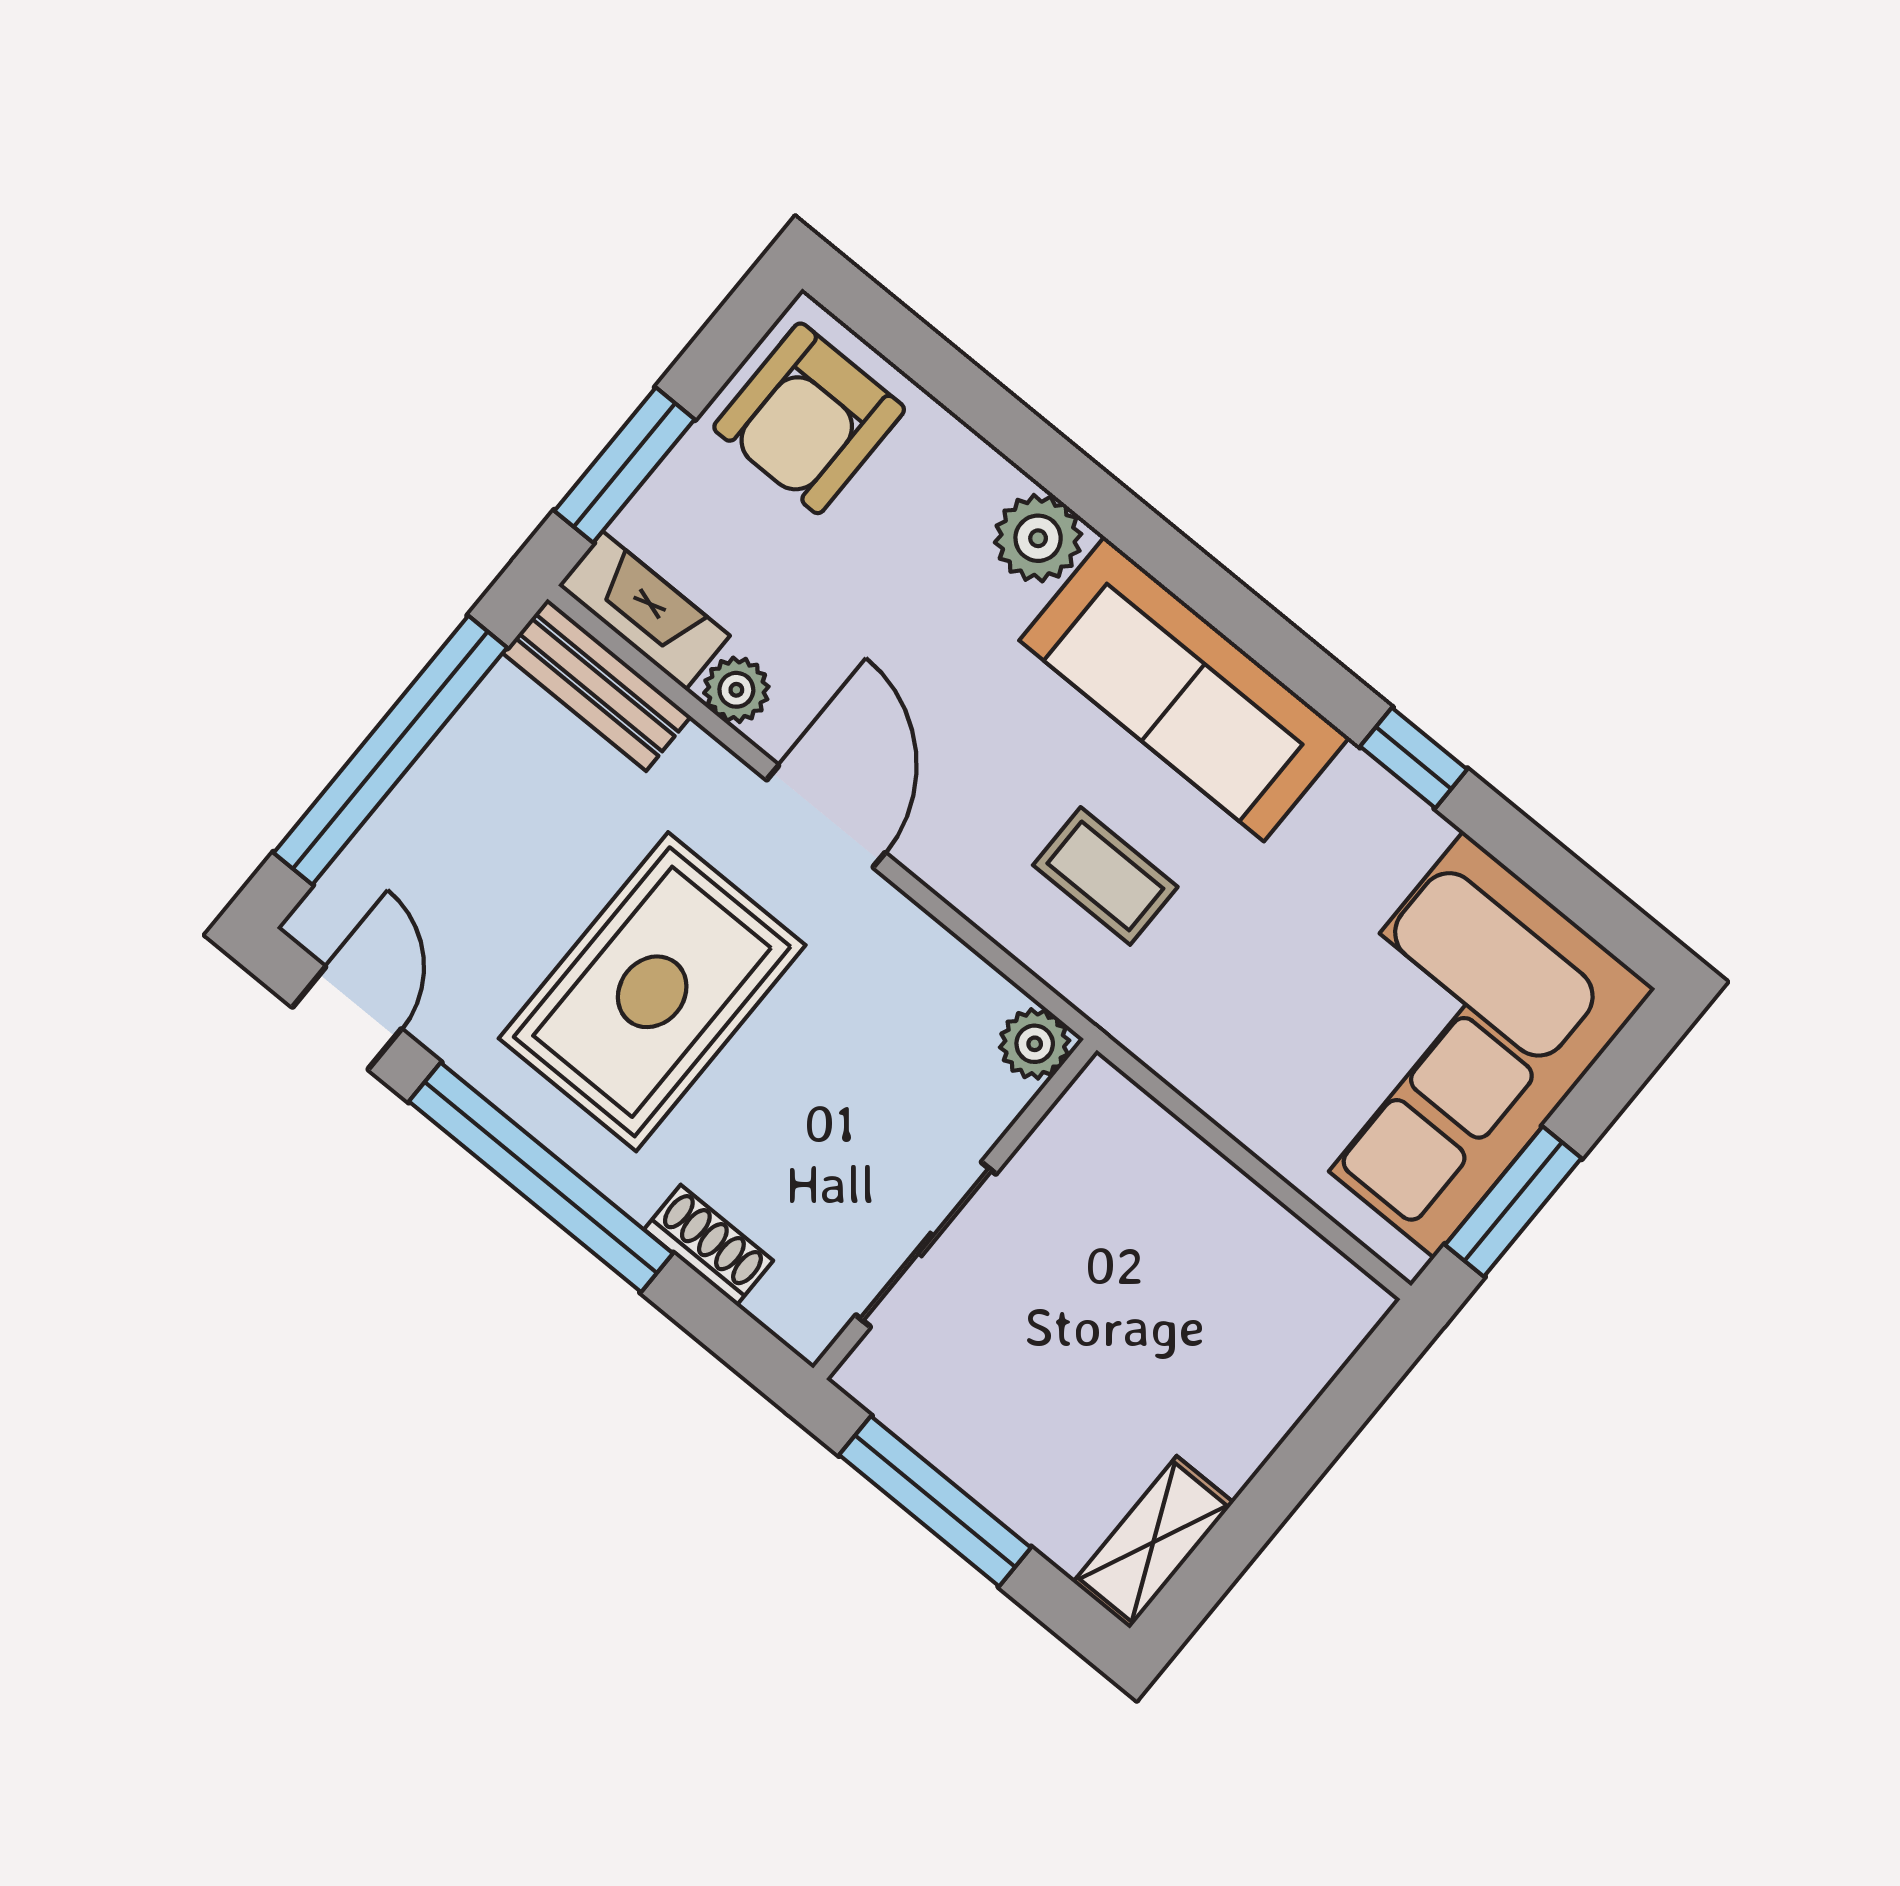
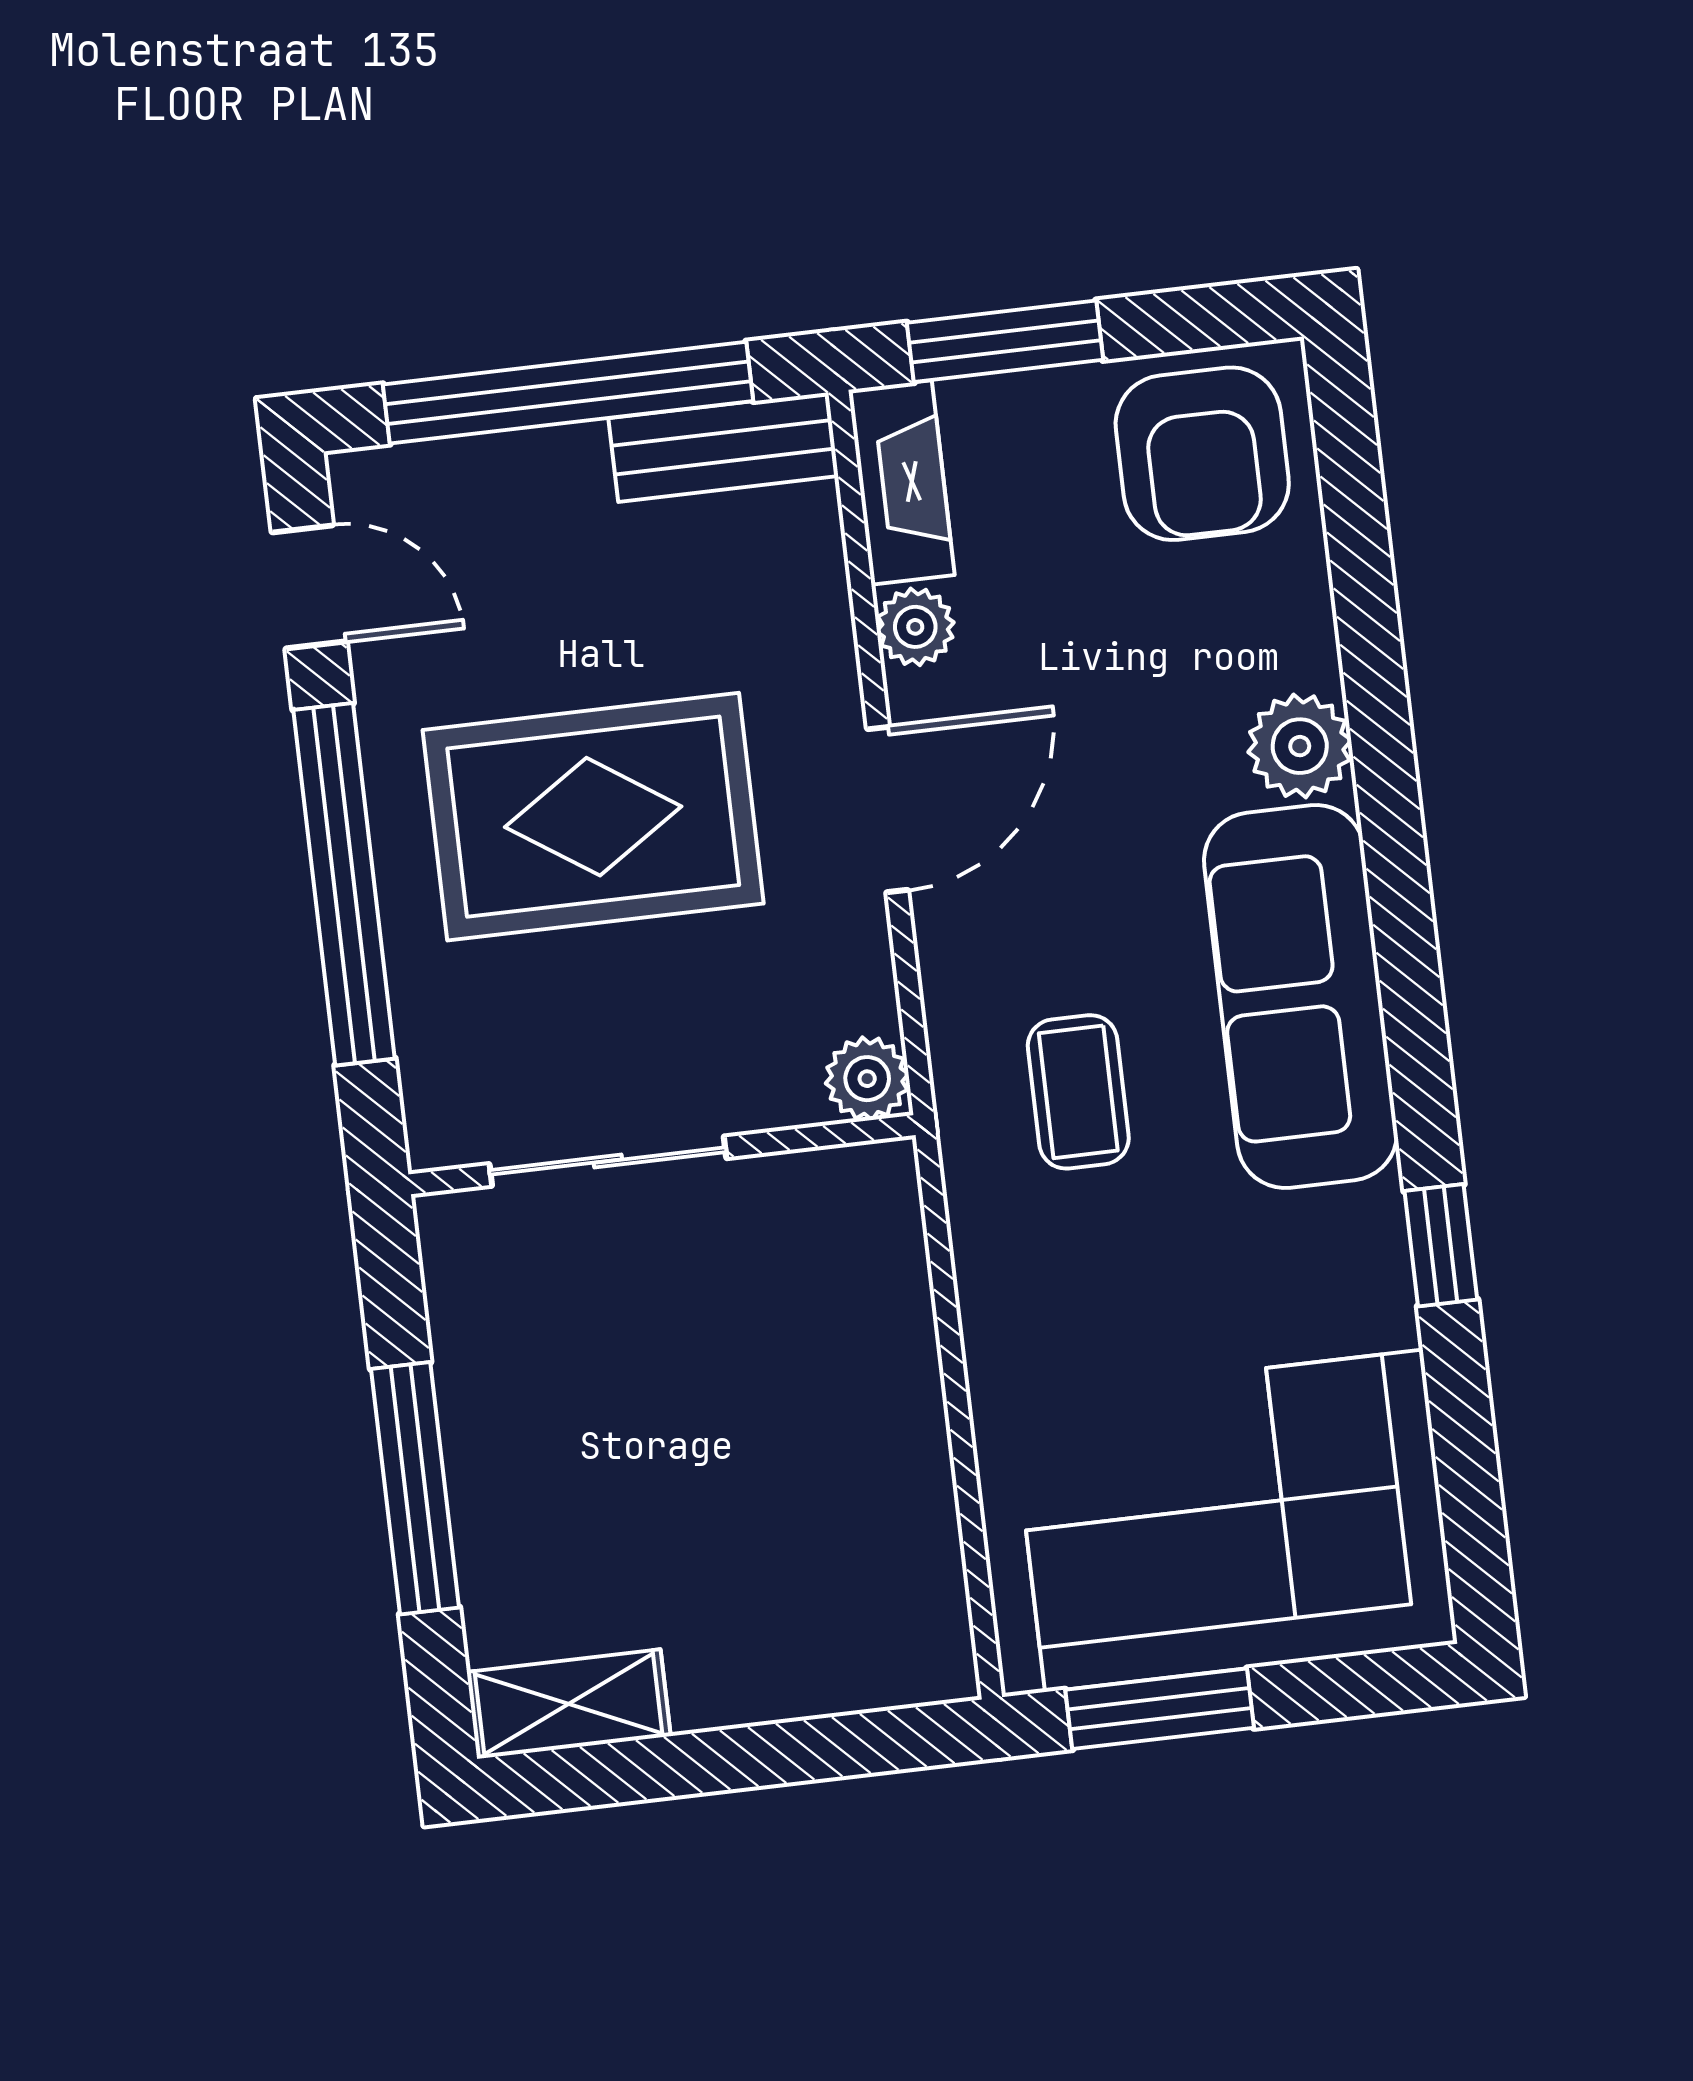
armchair: (809, 418) -> (1202, 454), turned -90
bench: (597, 685) -> (723, 447), moved, turned 90
door: (347, 1018) -> (309, 587), hinge flipped
plant: (1035, 1044) -> (867, 1079), moved
wall: (955, 1209) -> (662, 1155), moved
sliding door: (926, 1244) -> (608, 1161), moved
shoe rack: (709, 1245) -> (432, 1081), removed

